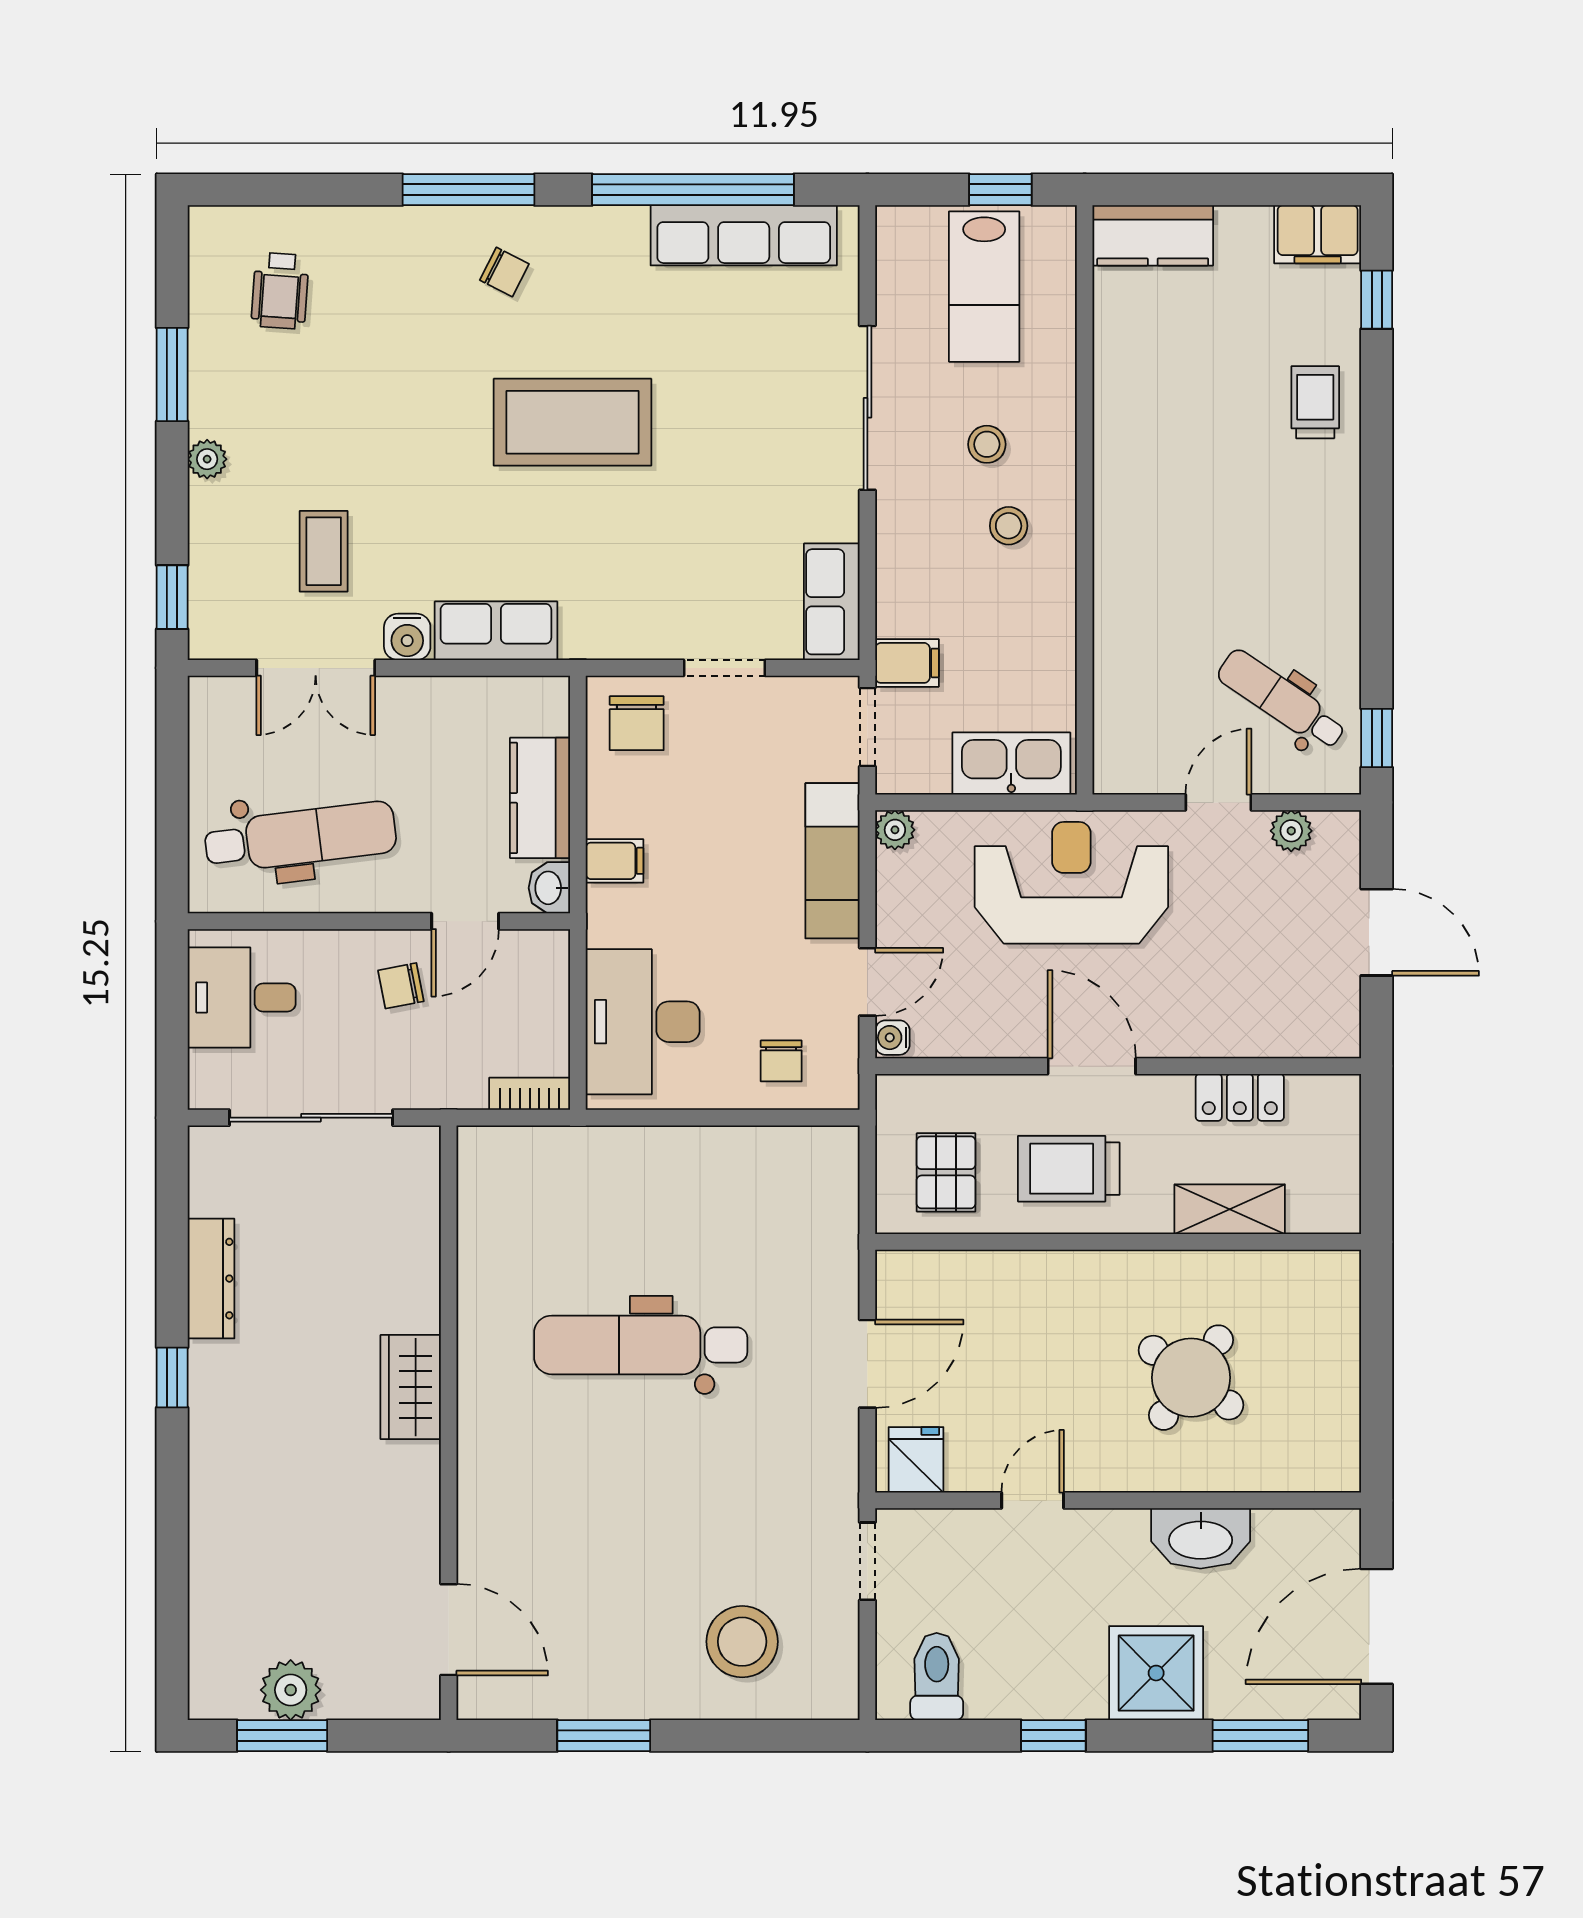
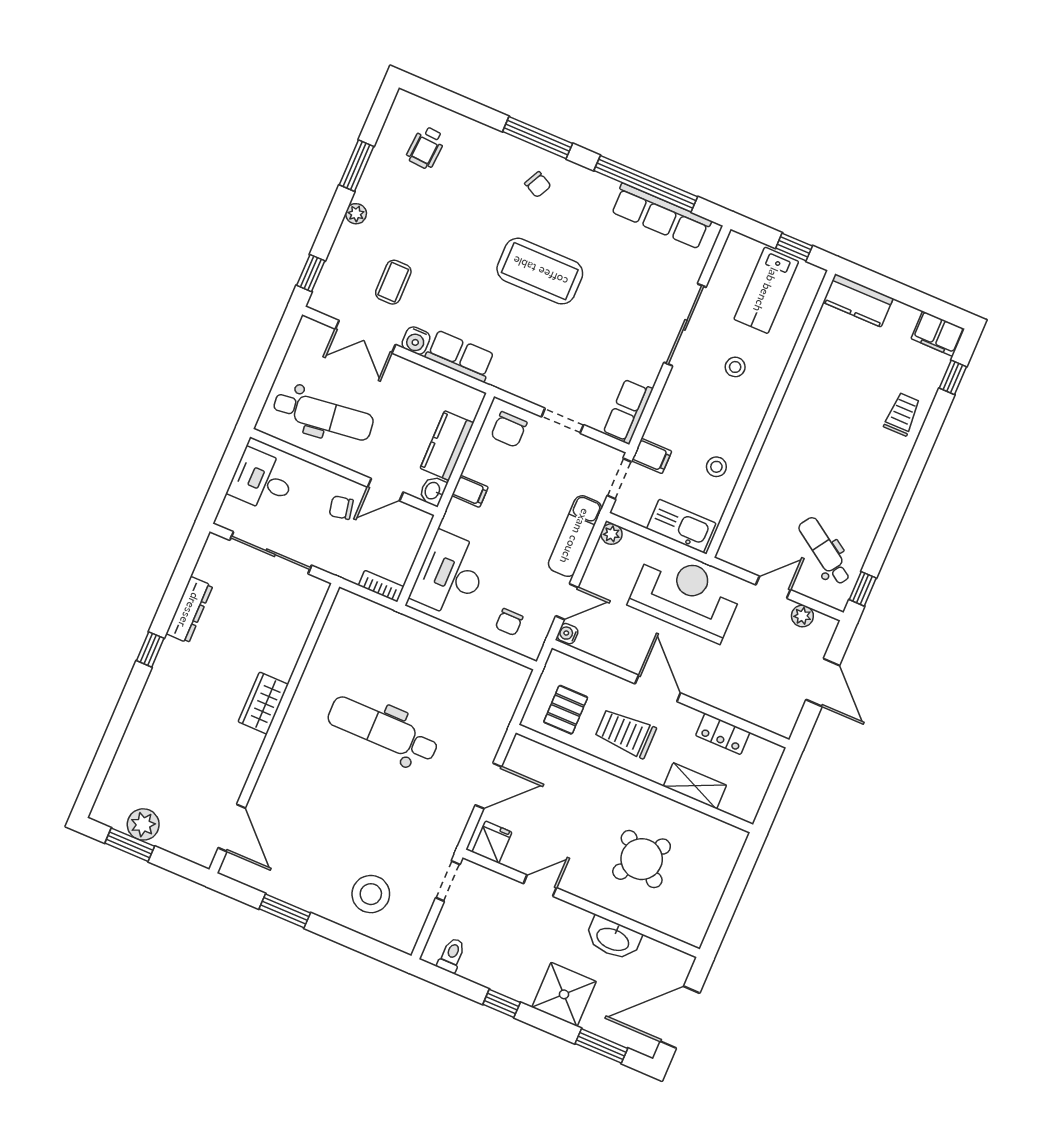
stool: (1009, 526) -> (716, 467), moved
toilet: (937, 1676) -> (452, 955), width x0.73, depth x0.72

